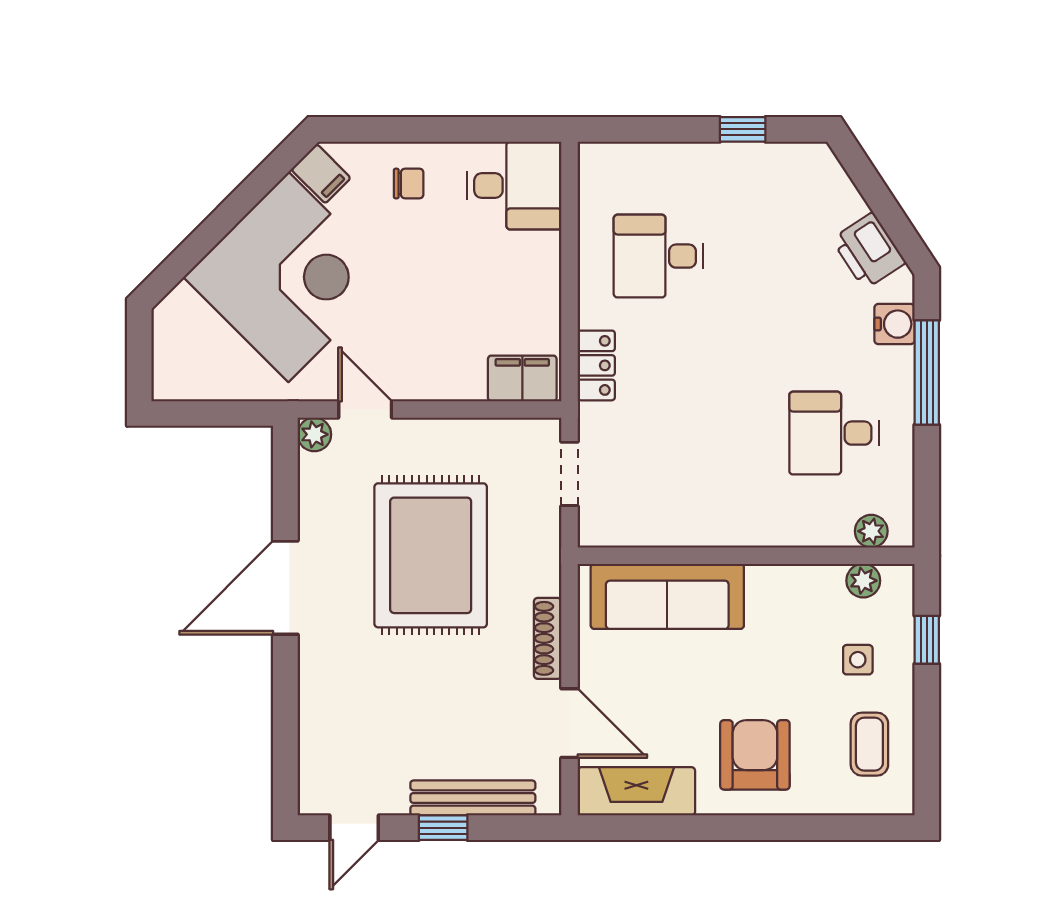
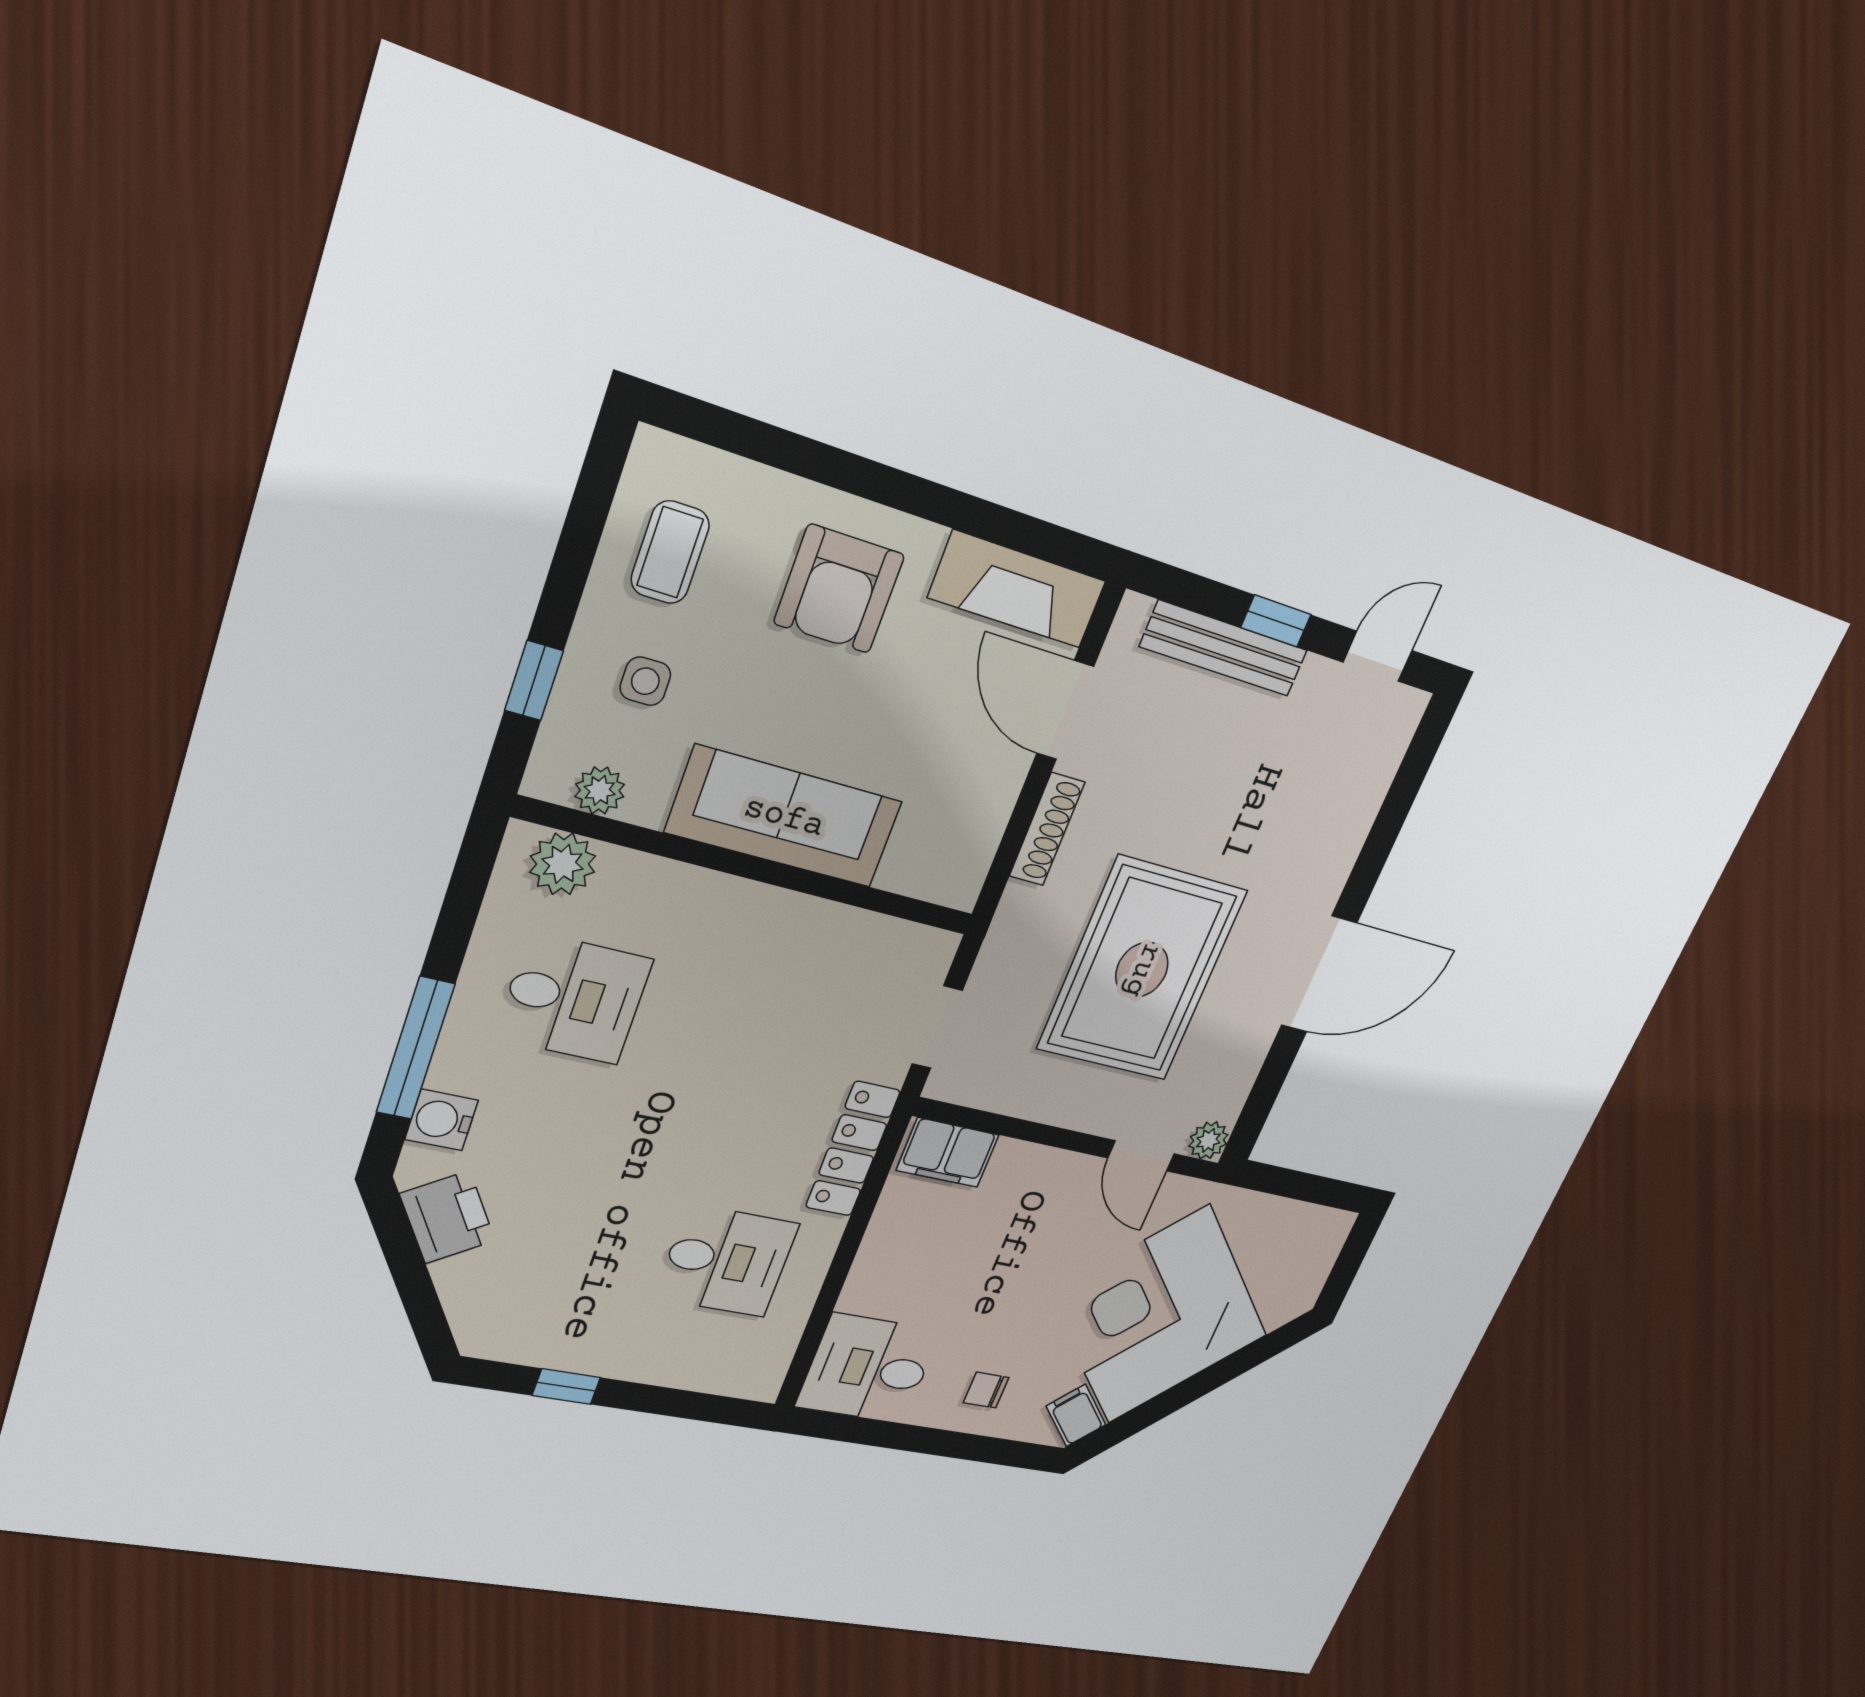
locker: (596, 365) -> (853, 1149), width x1.53
plant: (871, 531) -> (563, 864), width x1.38, depth x1.38
sofa: (667, 596) -> (784, 817), moved

